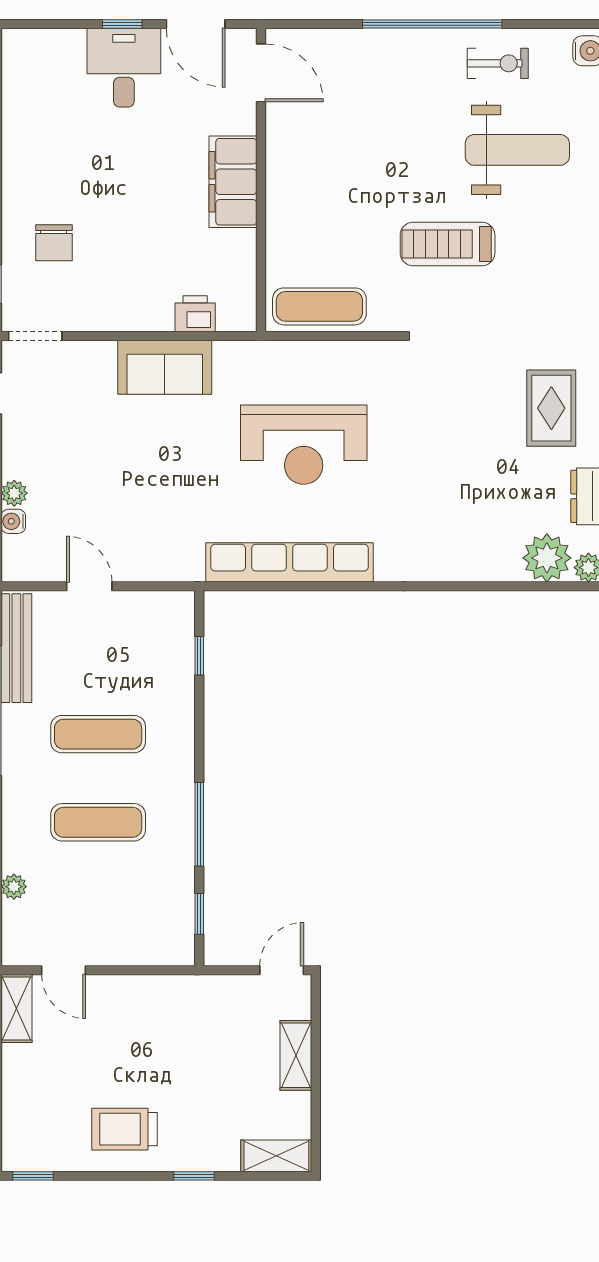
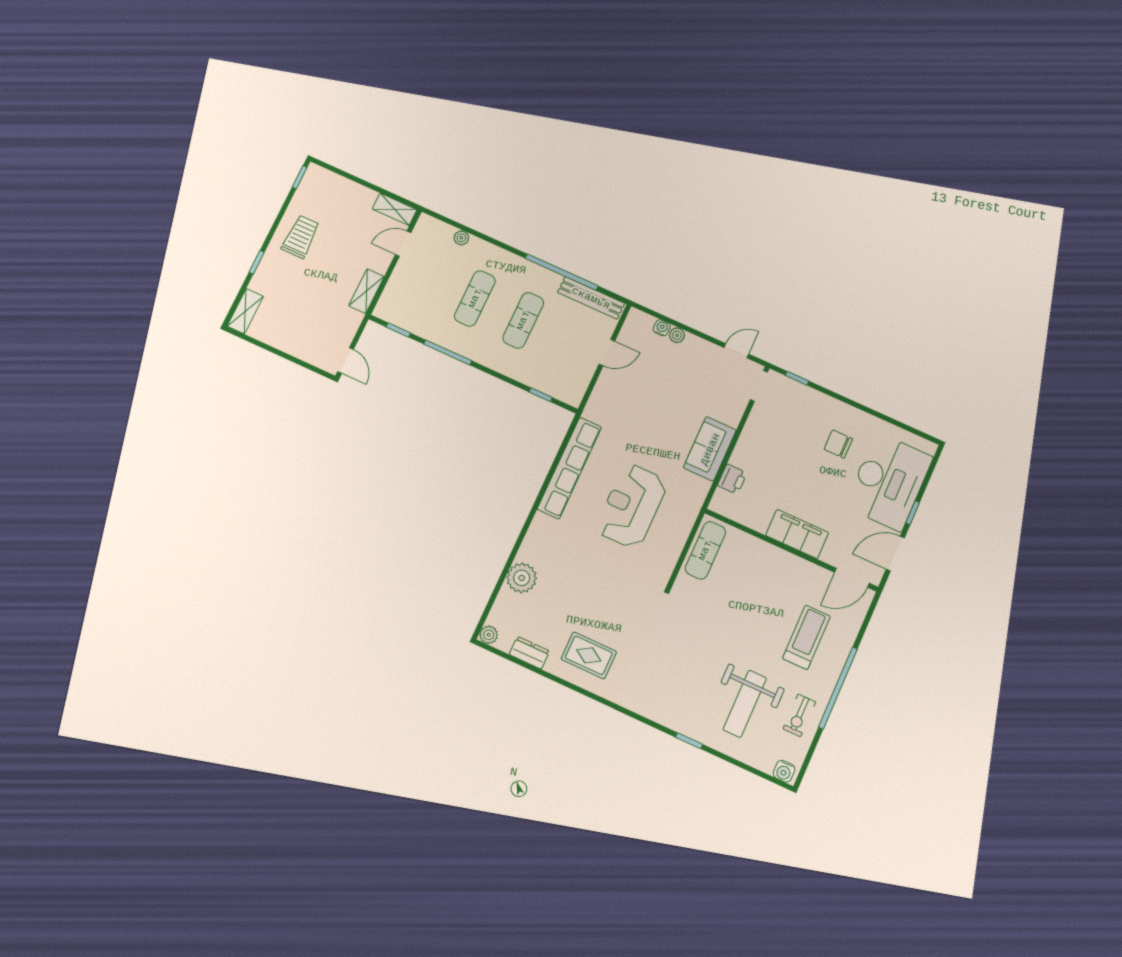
desk: (124, 68) -> (889, 482), width x1.87, depth x1.30
chair: (54, 243) -> (838, 444), moved
treadmill: (448, 244) -> (806, 637), moved
plant: (547, 558) -> (522, 578), moved
shelving: (296, 1055) -> (366, 291), moved, turned 90

